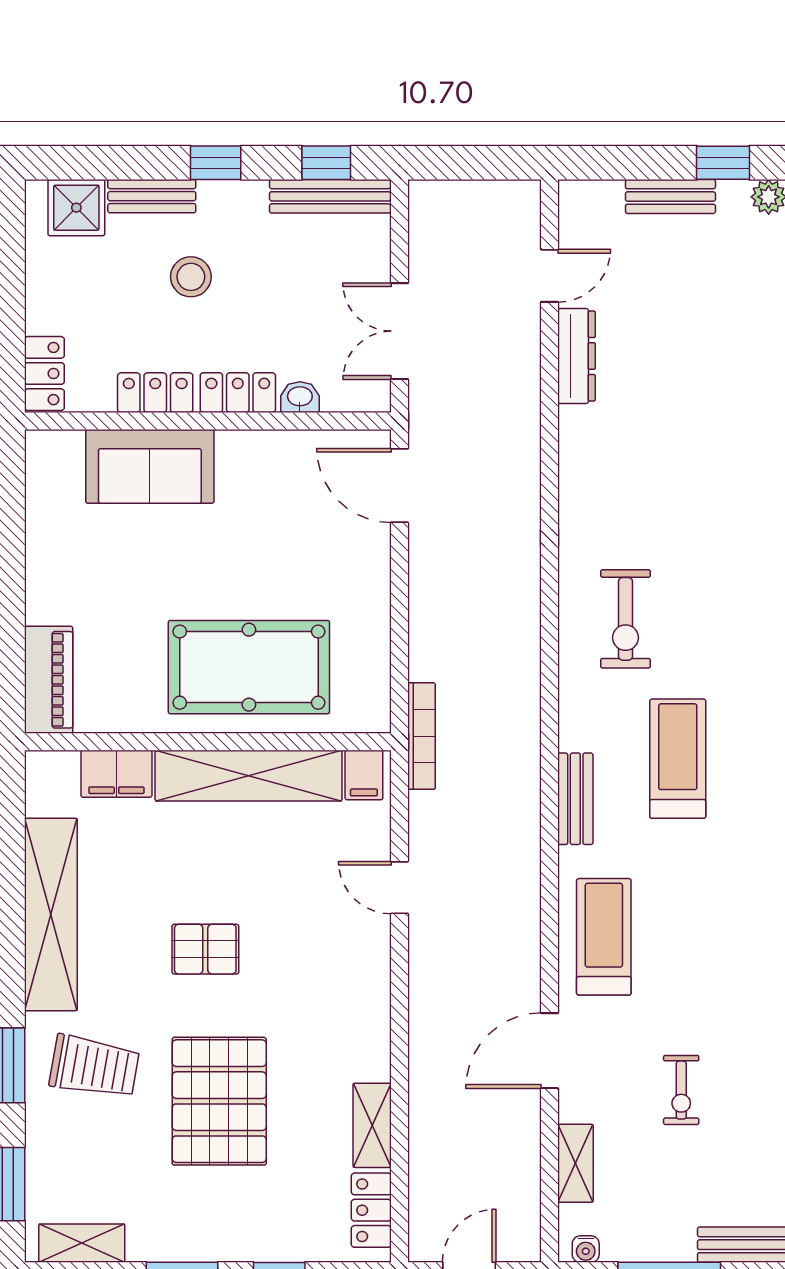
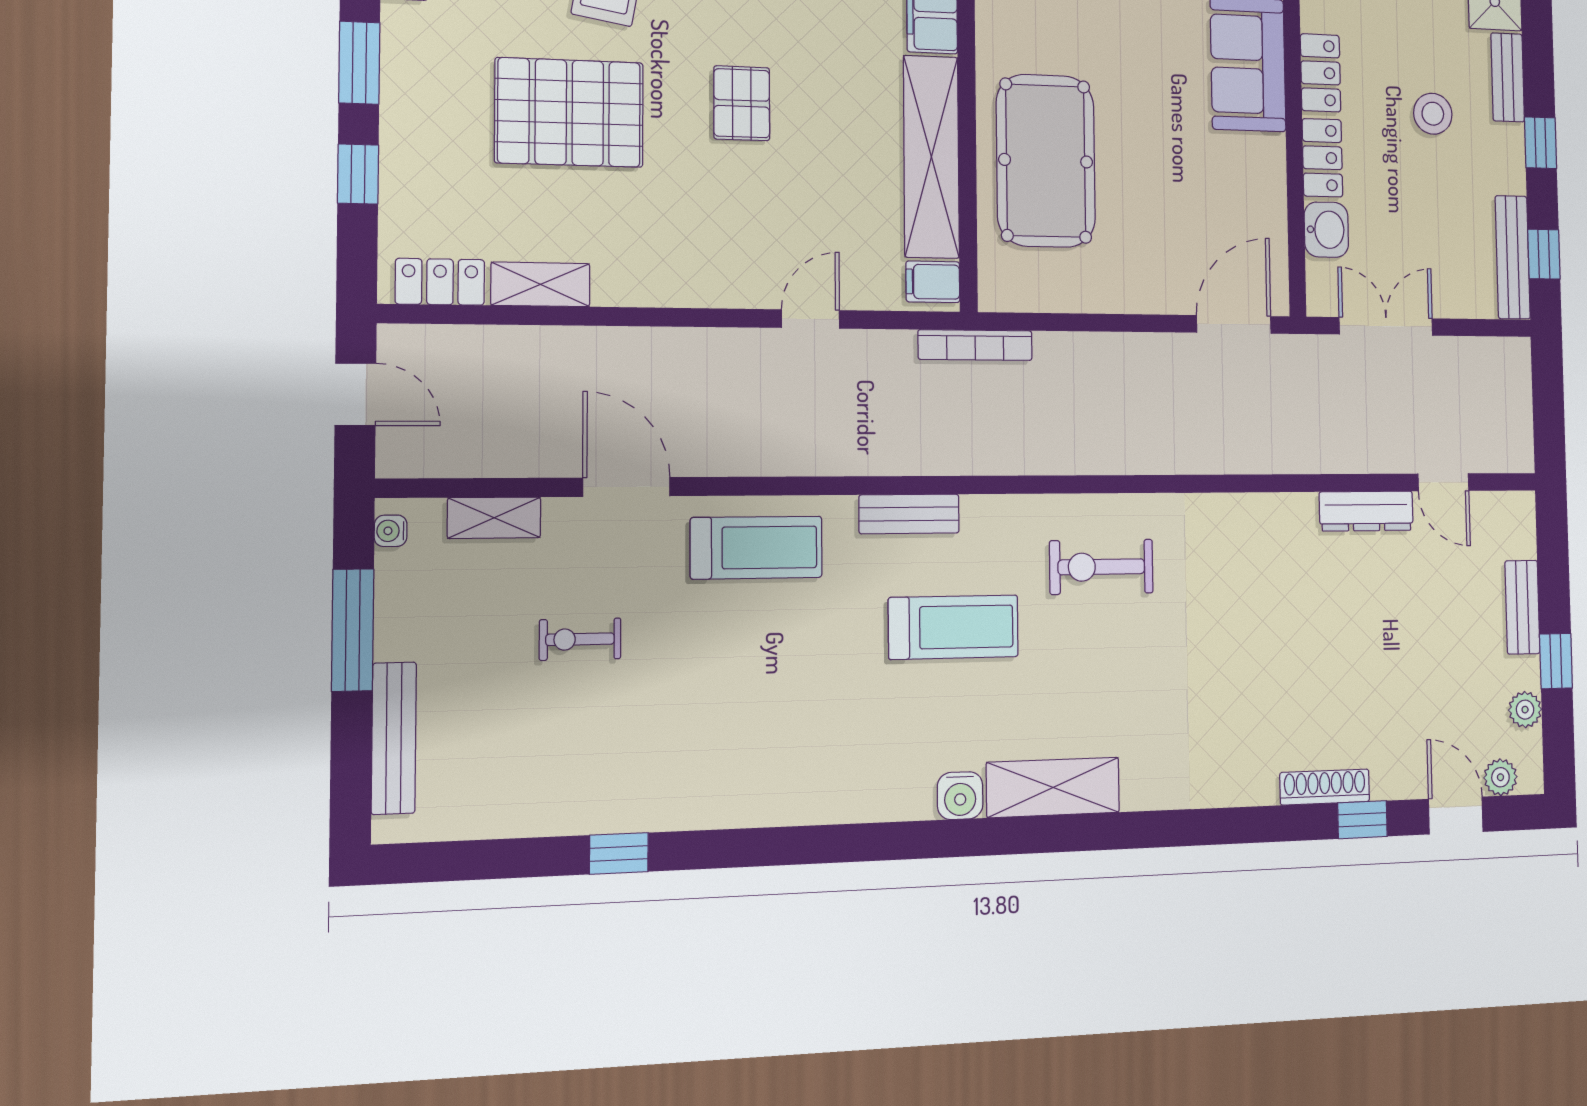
washbasin: (300, 397) -> (1326, 230), width x1.38, depth x1.45

